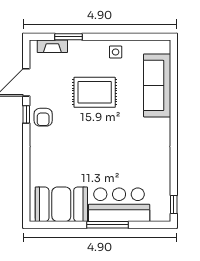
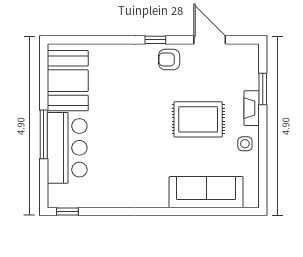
fireplace: (52, 46) -> (252, 108), moved
rug: (95, 92) -> (198, 119), turned 90
window: (26, 114) -> (155, 40), moved

